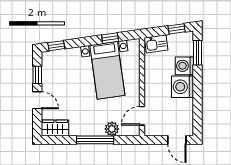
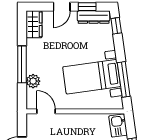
window: (110, 38) -> (124, 79), width x2.17
dresser: (48, 68) -> (94, 17), added

